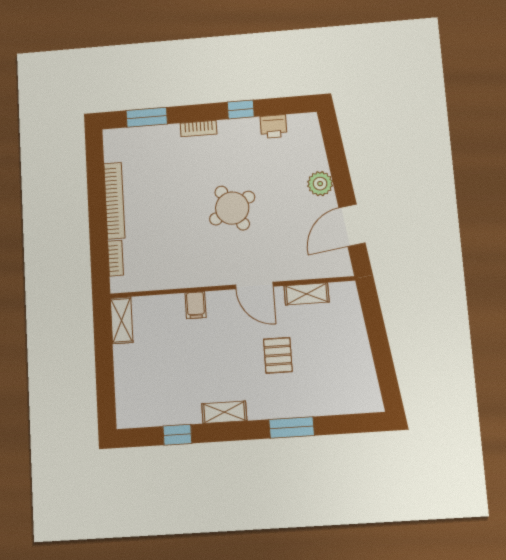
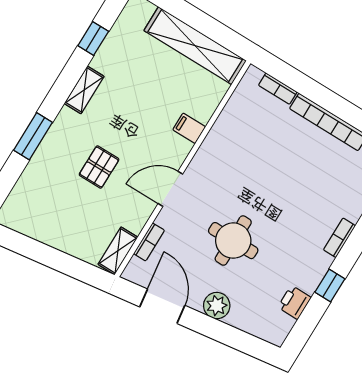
round table: (232, 208) -> (233, 241), moved, turned 30
bookcase: (309, 272) -> (149, 242), added
shelving: (307, 294) -> (118, 251), moved
shelving: (122, 320) -> (195, 46), width x2.20, depth x1.33
pallet: (278, 355) -> (99, 167), turned 90

